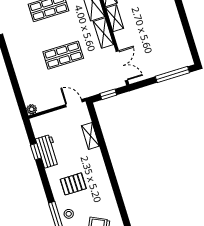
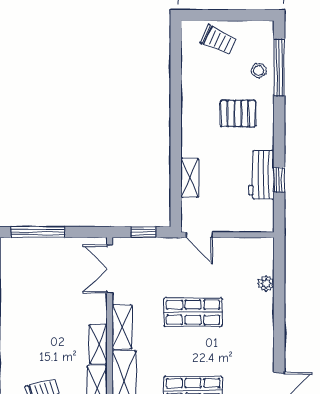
plant: (32, 109) -> (266, 283), moved

